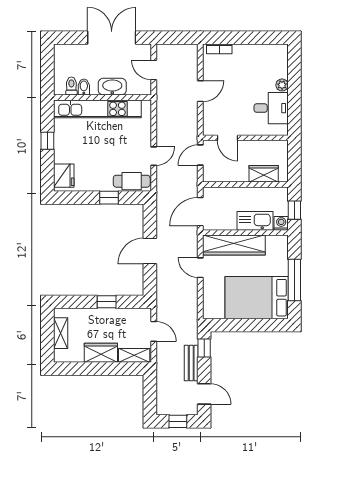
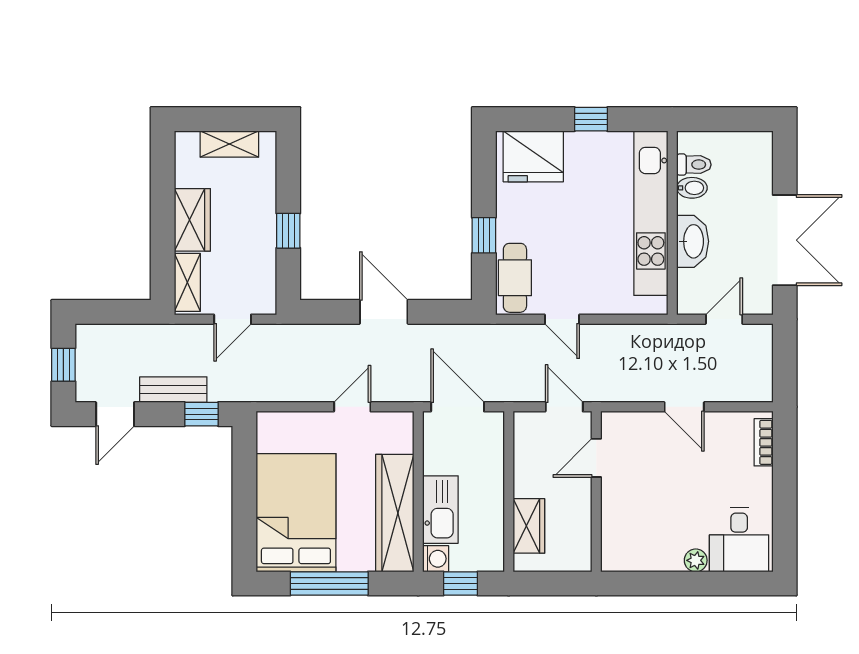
desk: (271, 108) -> (739, 540), moved
fridge: (64, 176) -> (533, 156), width x1.36, depth x1.34
wardrobe: (234, 245) -> (395, 513), moved

